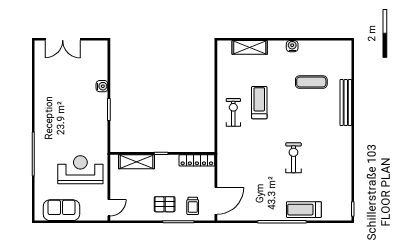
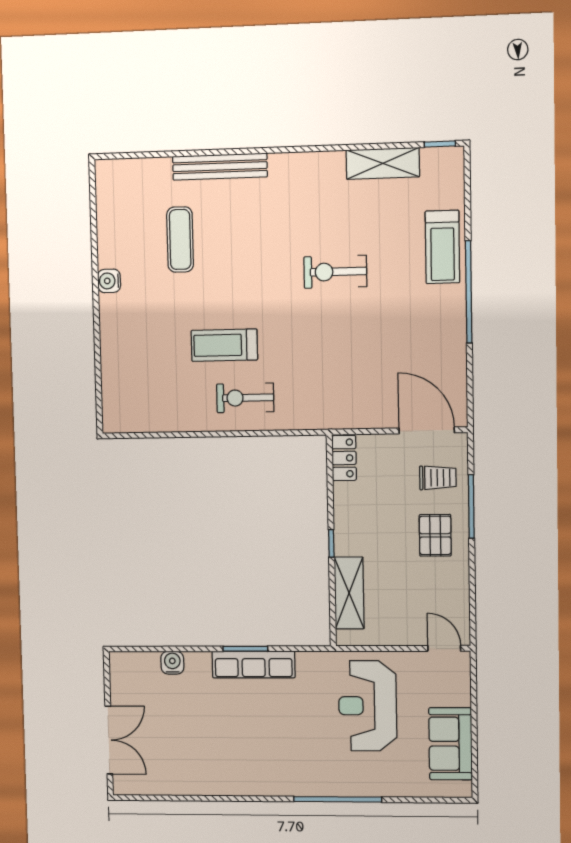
shelving: (250, 47) -> (383, 163), moved, turned 90
water cooler: (102, 86) -> (172, 663), moved
row of seats: (101, 113) -> (254, 664), added
locker: (197, 160) -> (344, 458), width x0.66

